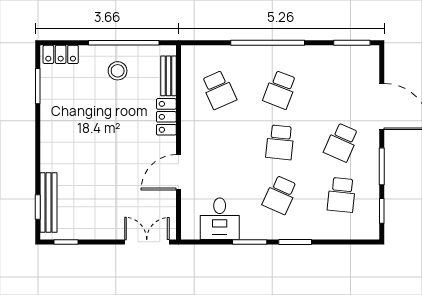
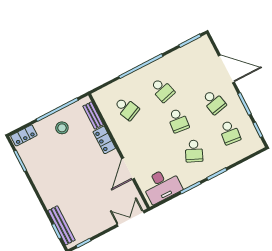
school desk: (280, 90) -> (162, 90), turned -36
school desk: (342, 142) -> (214, 102), turned -36
desk: (220, 219) -> (162, 185), width x1.37

